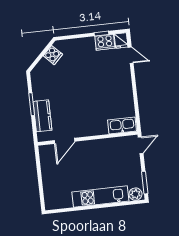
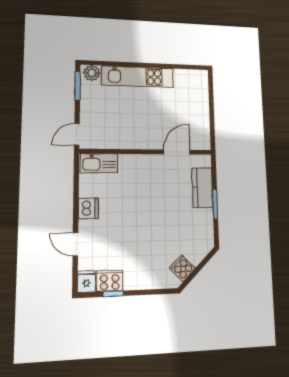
door: (131, 55) -> (75, 244), moved
dishwasher: (126, 92) -> (88, 208), added

